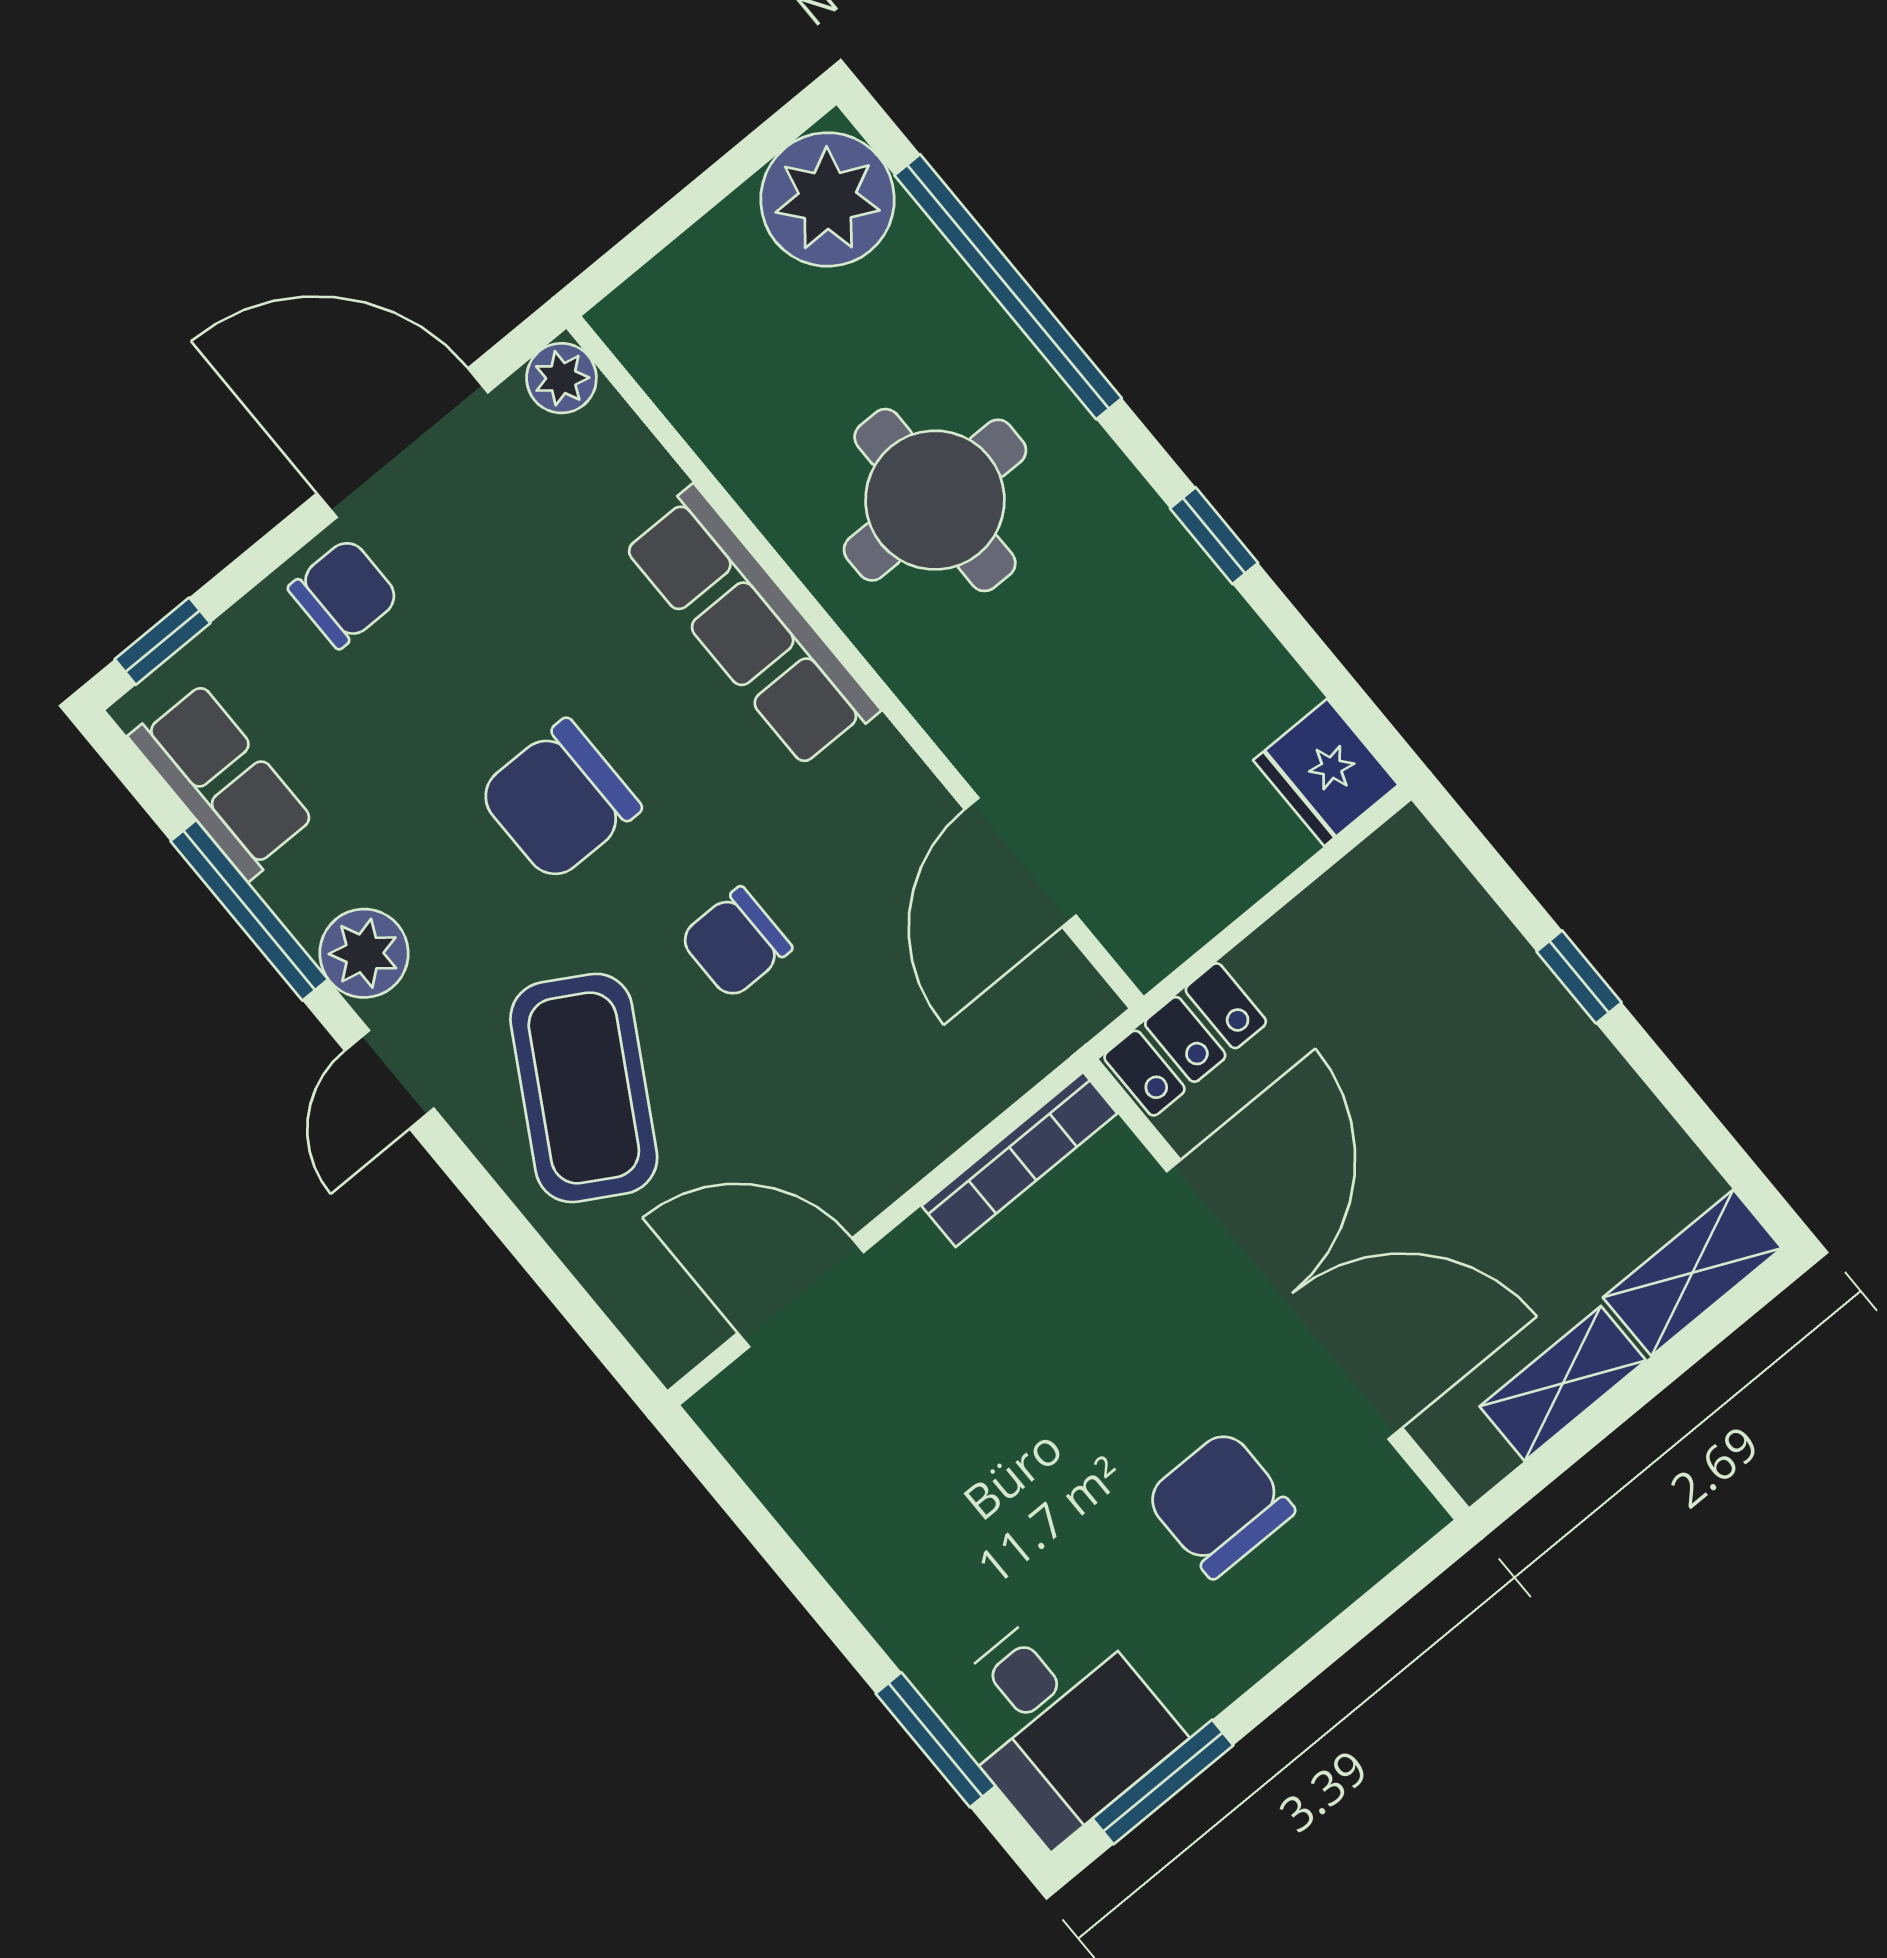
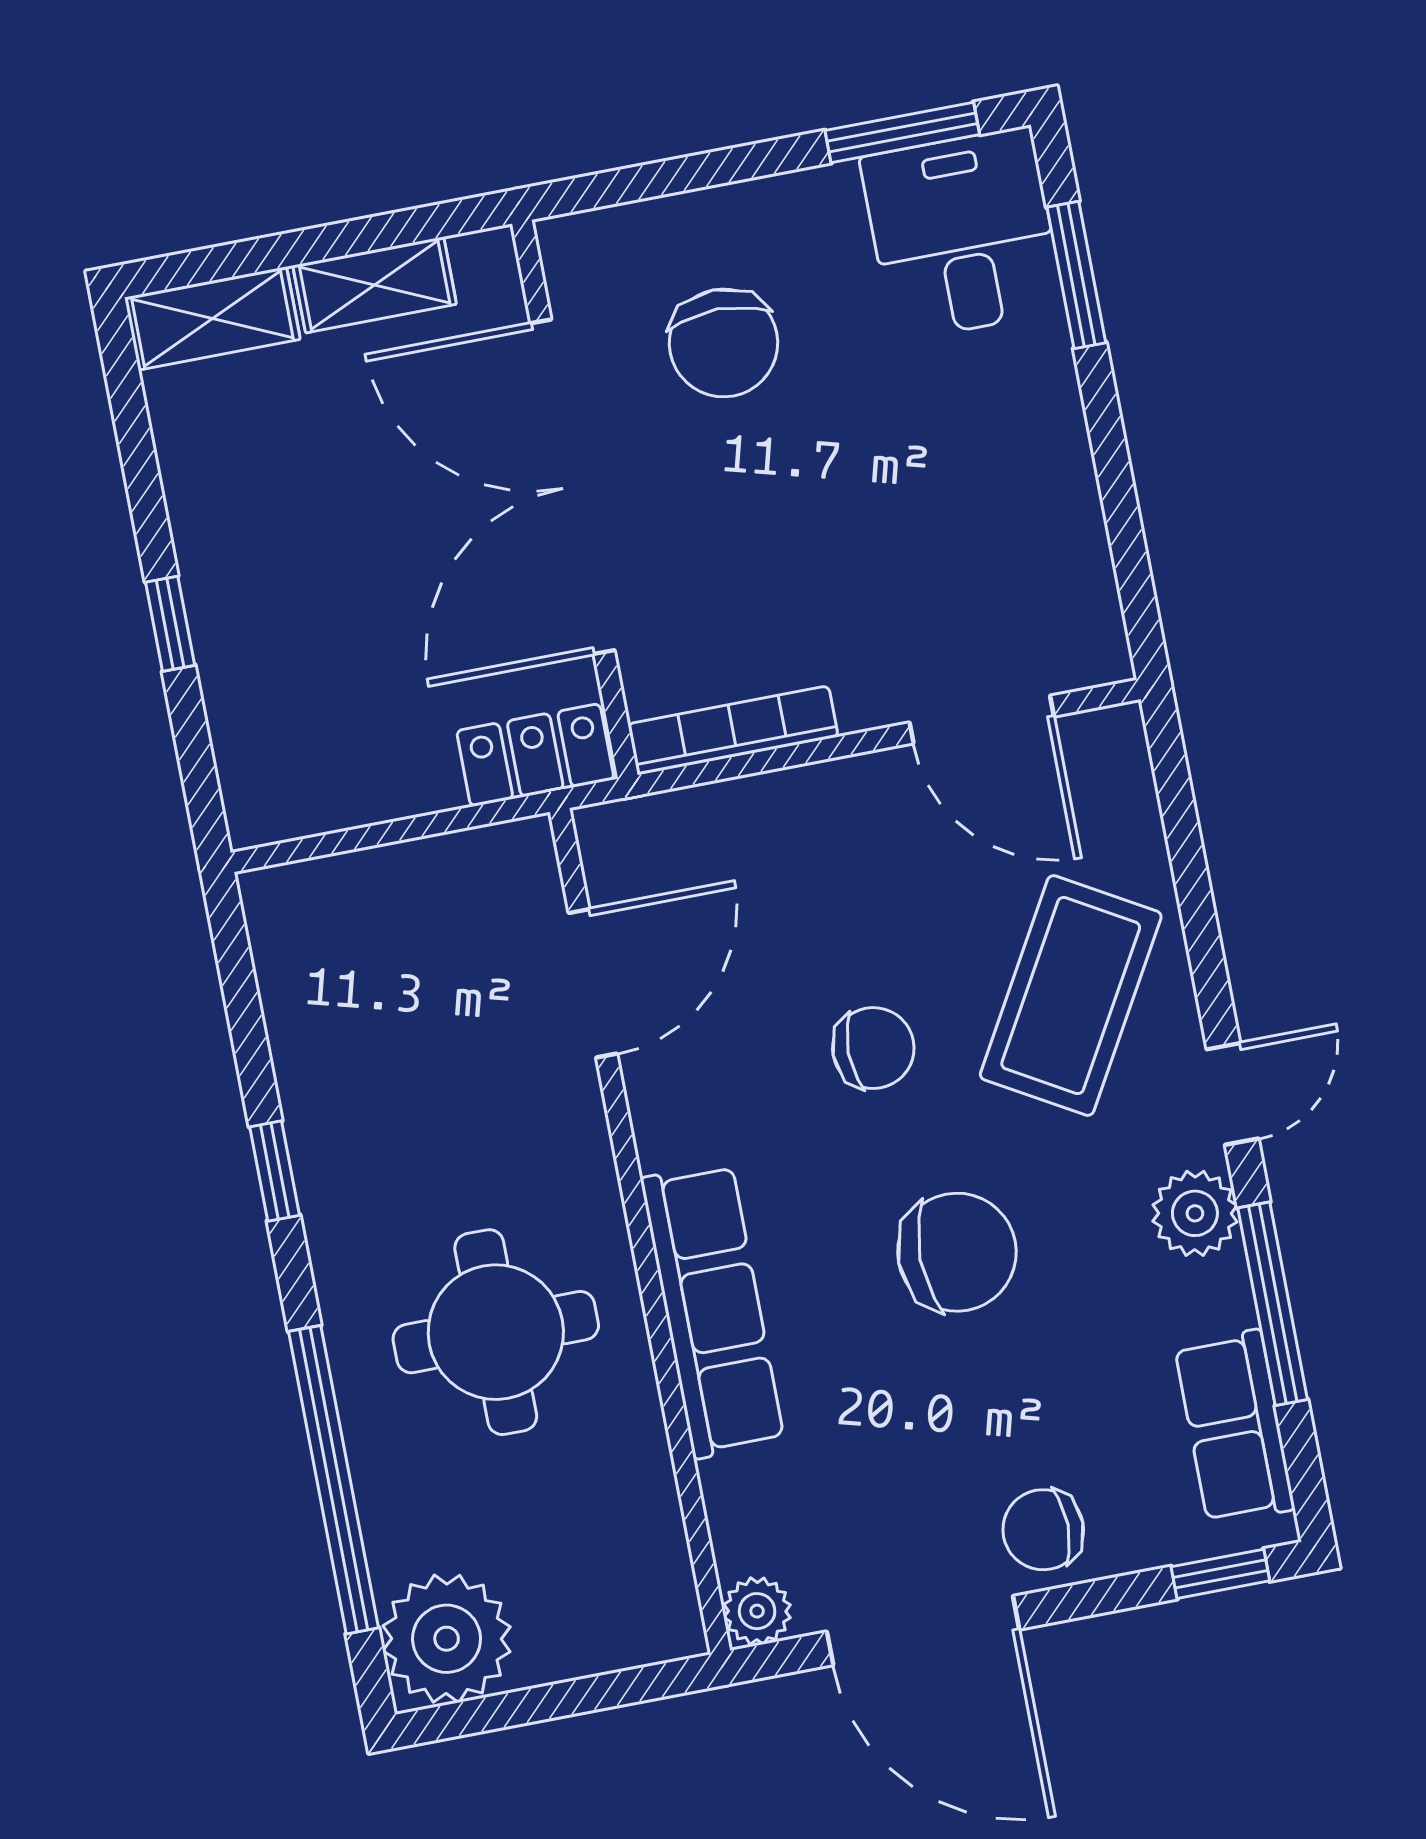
fridge: (1326, 773) -> (290, 917), removed

